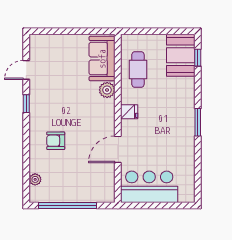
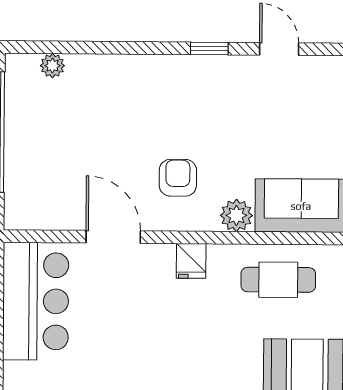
armchair: (56, 141) -> (178, 178), moved

